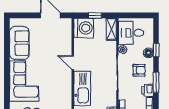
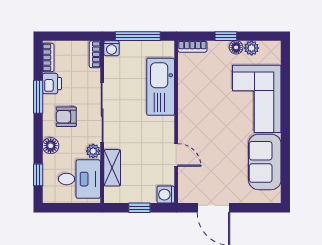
washing machine: (84, 28) -> (166, 195), width x0.53, depth x0.53
shelving: (111, 29) -> (112, 168), moved
window: (156, 50) -> (38, 175), moved
door: (73, 63) -> (176, 155), moved

